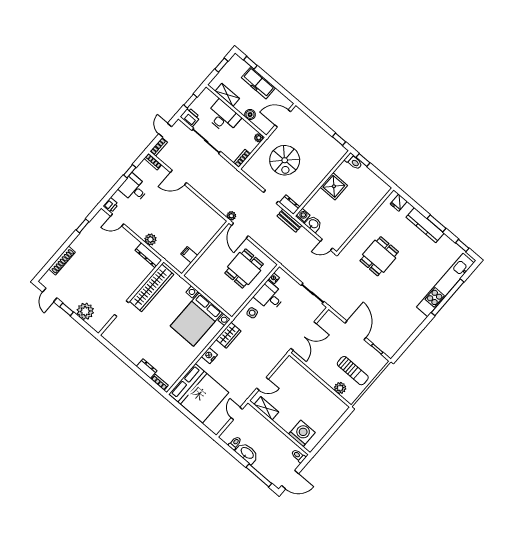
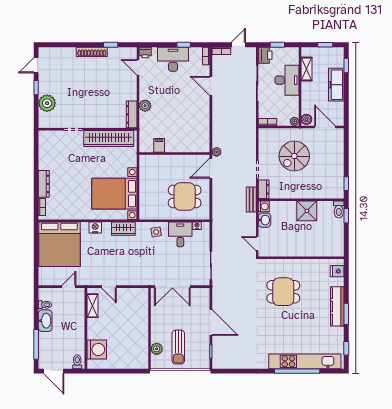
boiler: (250, 115) -> (306, 119), moved
desk: (134, 188) -> (173, 59), width x1.37
shoe rack: (62, 261) -> (92, 52), moved
door: (355, 330) -> (211, 323), hinge flipped
dresser: (147, 369) -> (44, 184), width x1.44

